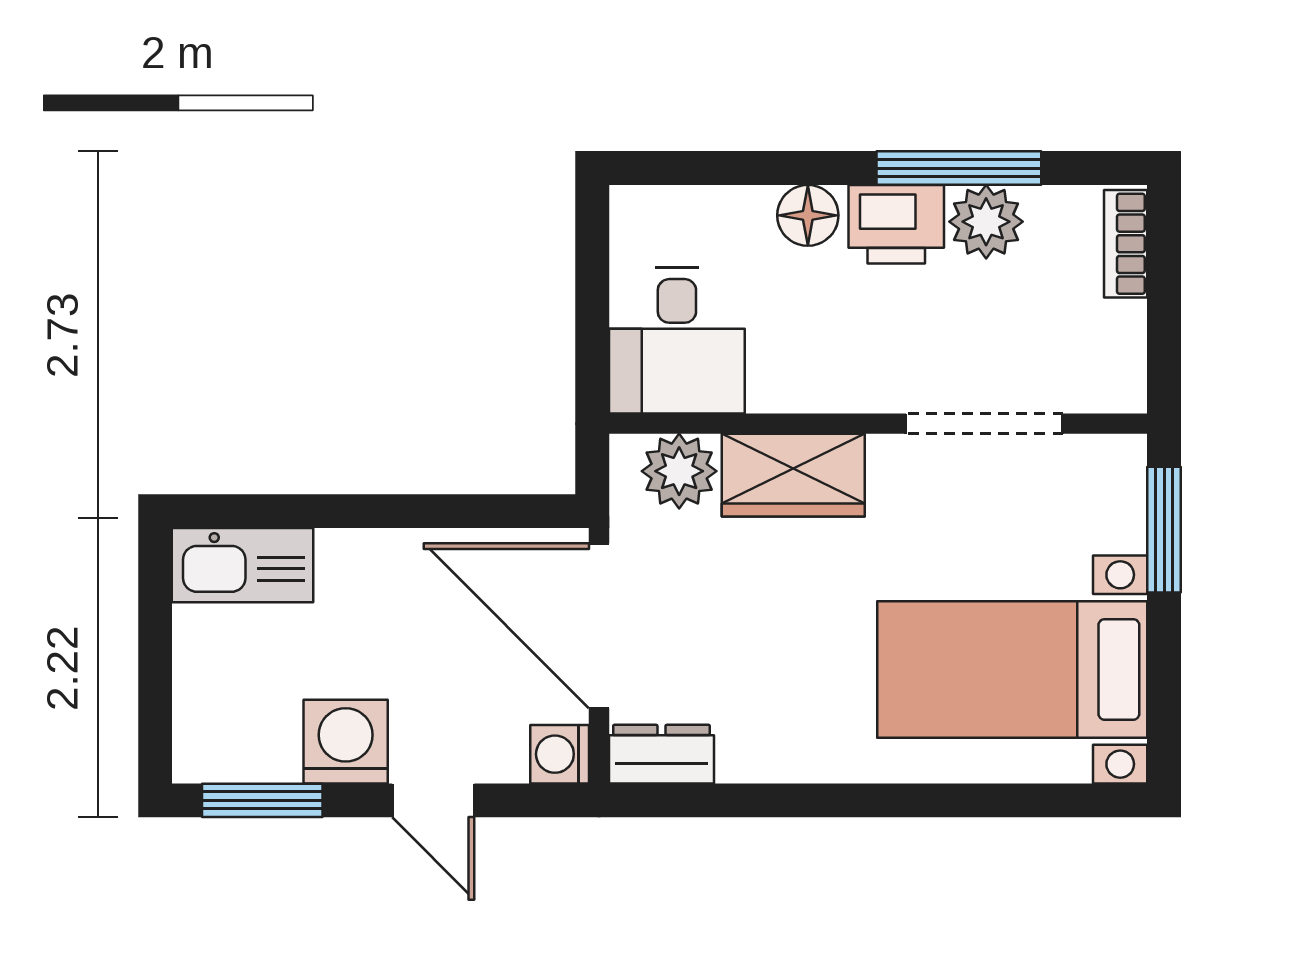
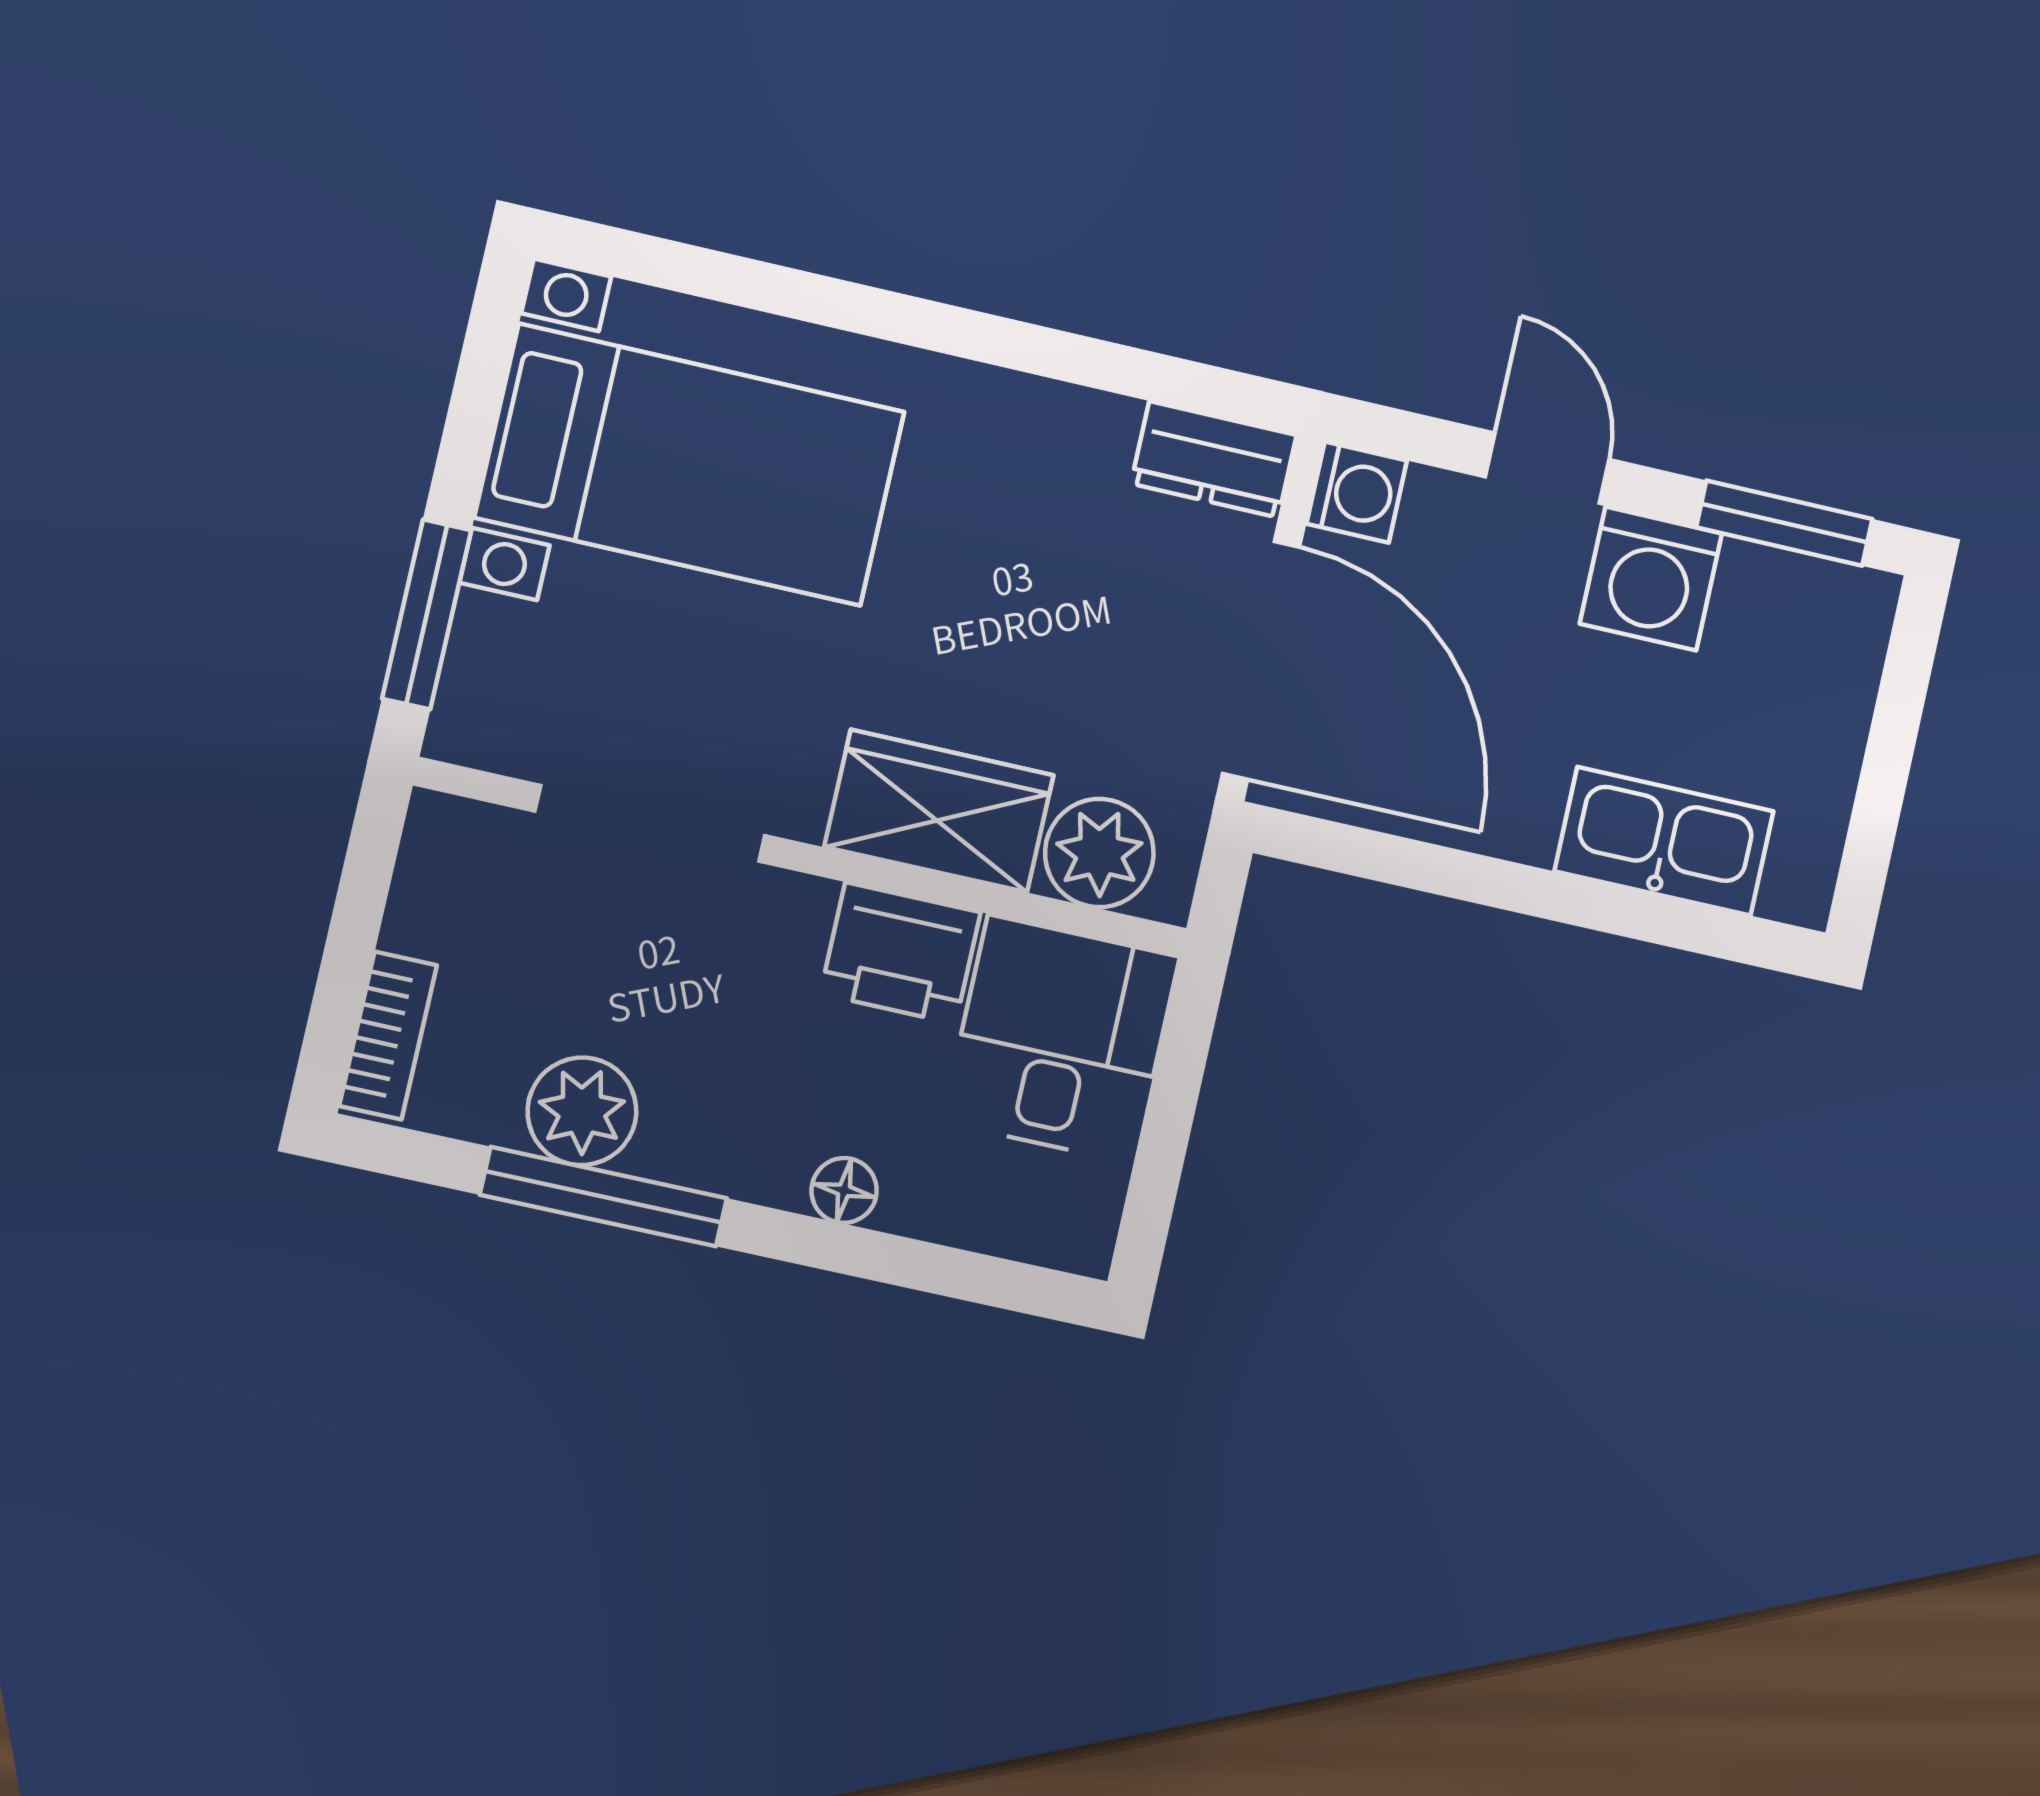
floor lamp: (808, 215) -> (844, 1190), width x0.73, depth x0.73
printer: (896, 224) -> (900, 953), moved, turned 180
kitchen sink: (242, 565) -> (1664, 841), moved

